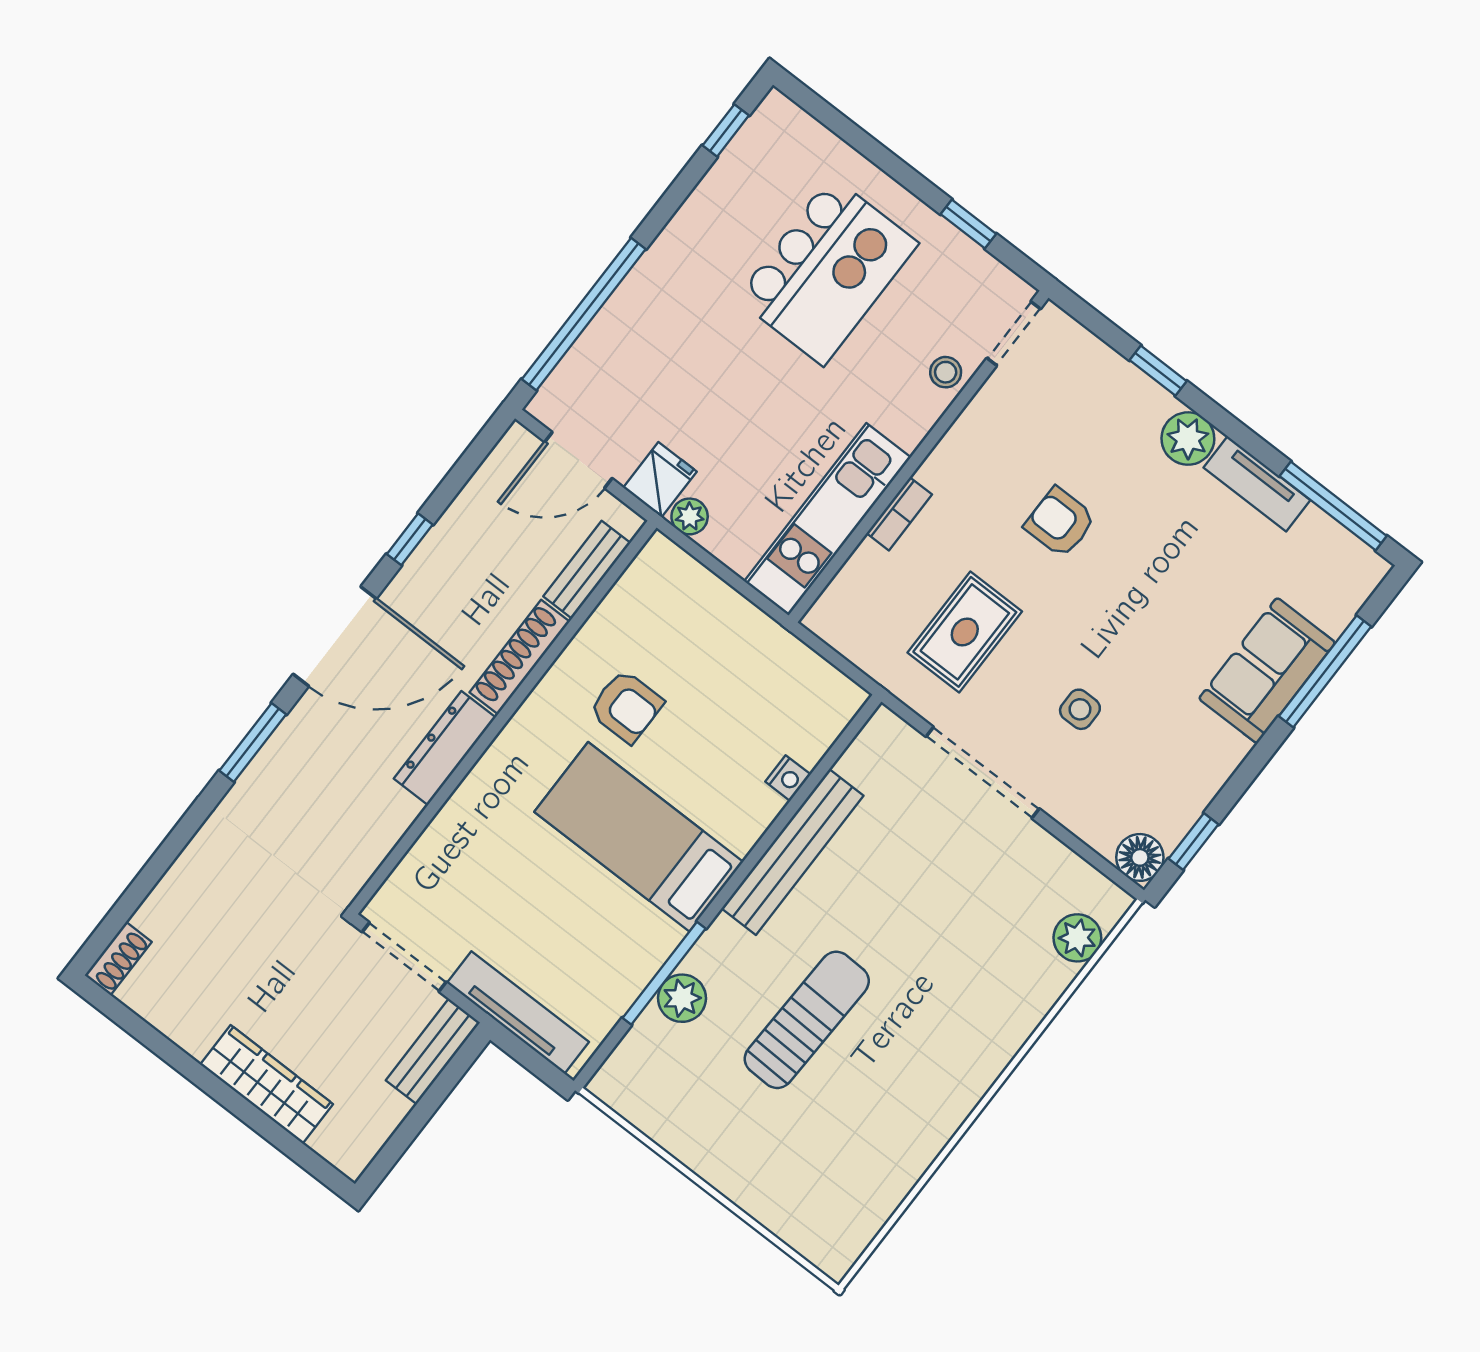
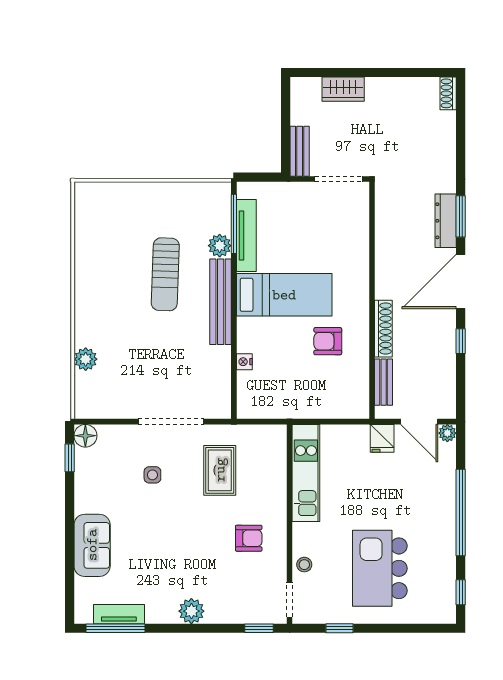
window: (584, 314) -> (461, 512), moved
window: (1158, 371) -> (259, 628), moved
door: (578, 460) -> (419, 422), swing flipped
tv unit: (1257, 484) -> (119, 614), moved
bookcase: (899, 514) -> (280, 496), removed
plant: (690, 516) -> (447, 433), moved
armchair: (1060, 522) -> (249, 538), moved
window: (1325, 671) -> (70, 562), removed
dresser: (445, 748) -> (446, 221), moved, turned 180
bench: (792, 852) -> (221, 302), moved
plant: (1077, 938) -> (86, 359), moved
window: (664, 973) -> (234, 224), moved
tv unit: (518, 1012) -> (246, 235), moved, turned -90
wardrobe: (267, 1084) -> (343, 89), width x0.67

